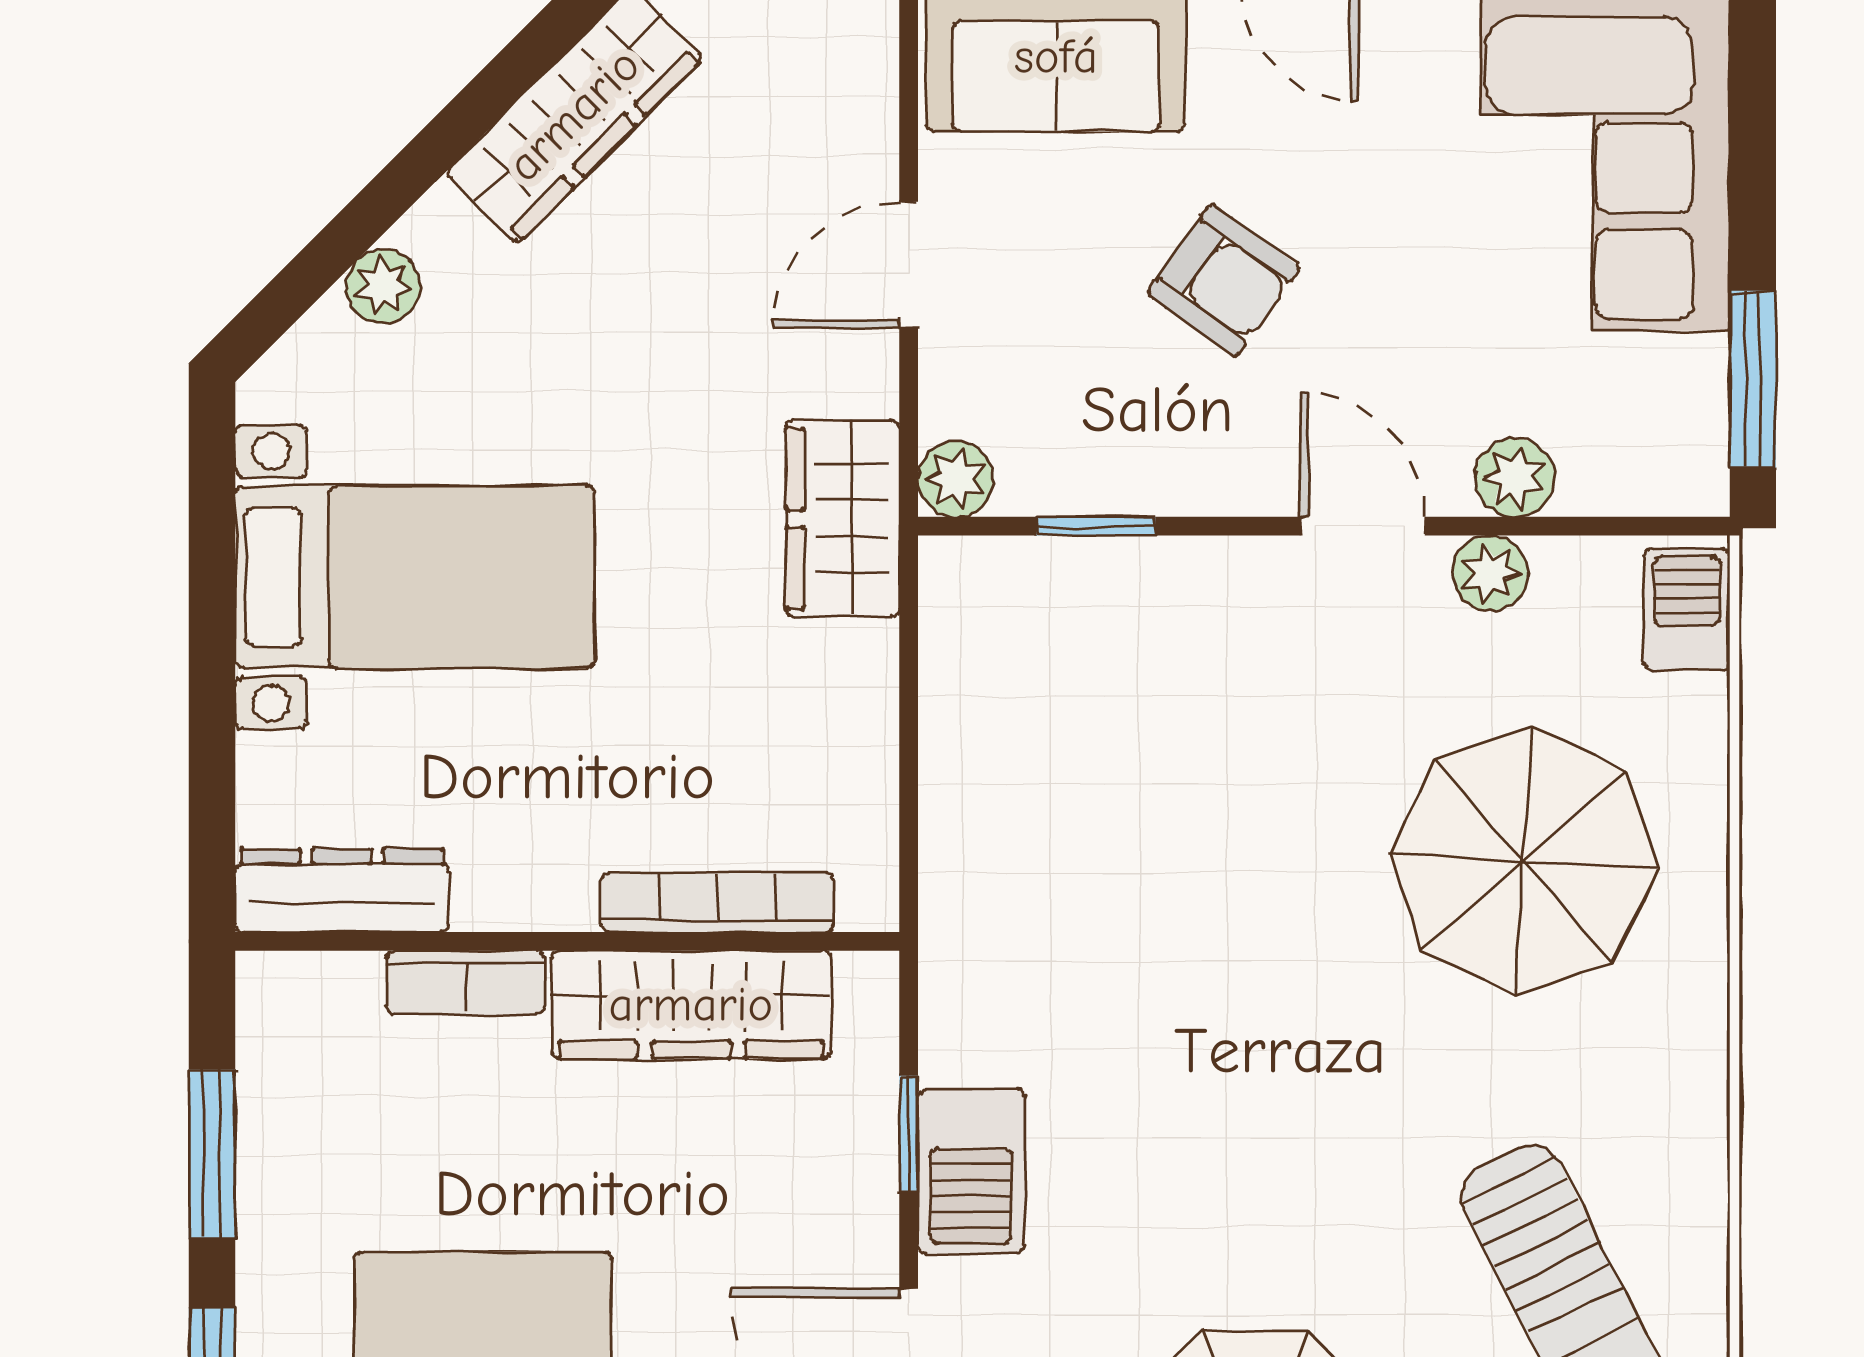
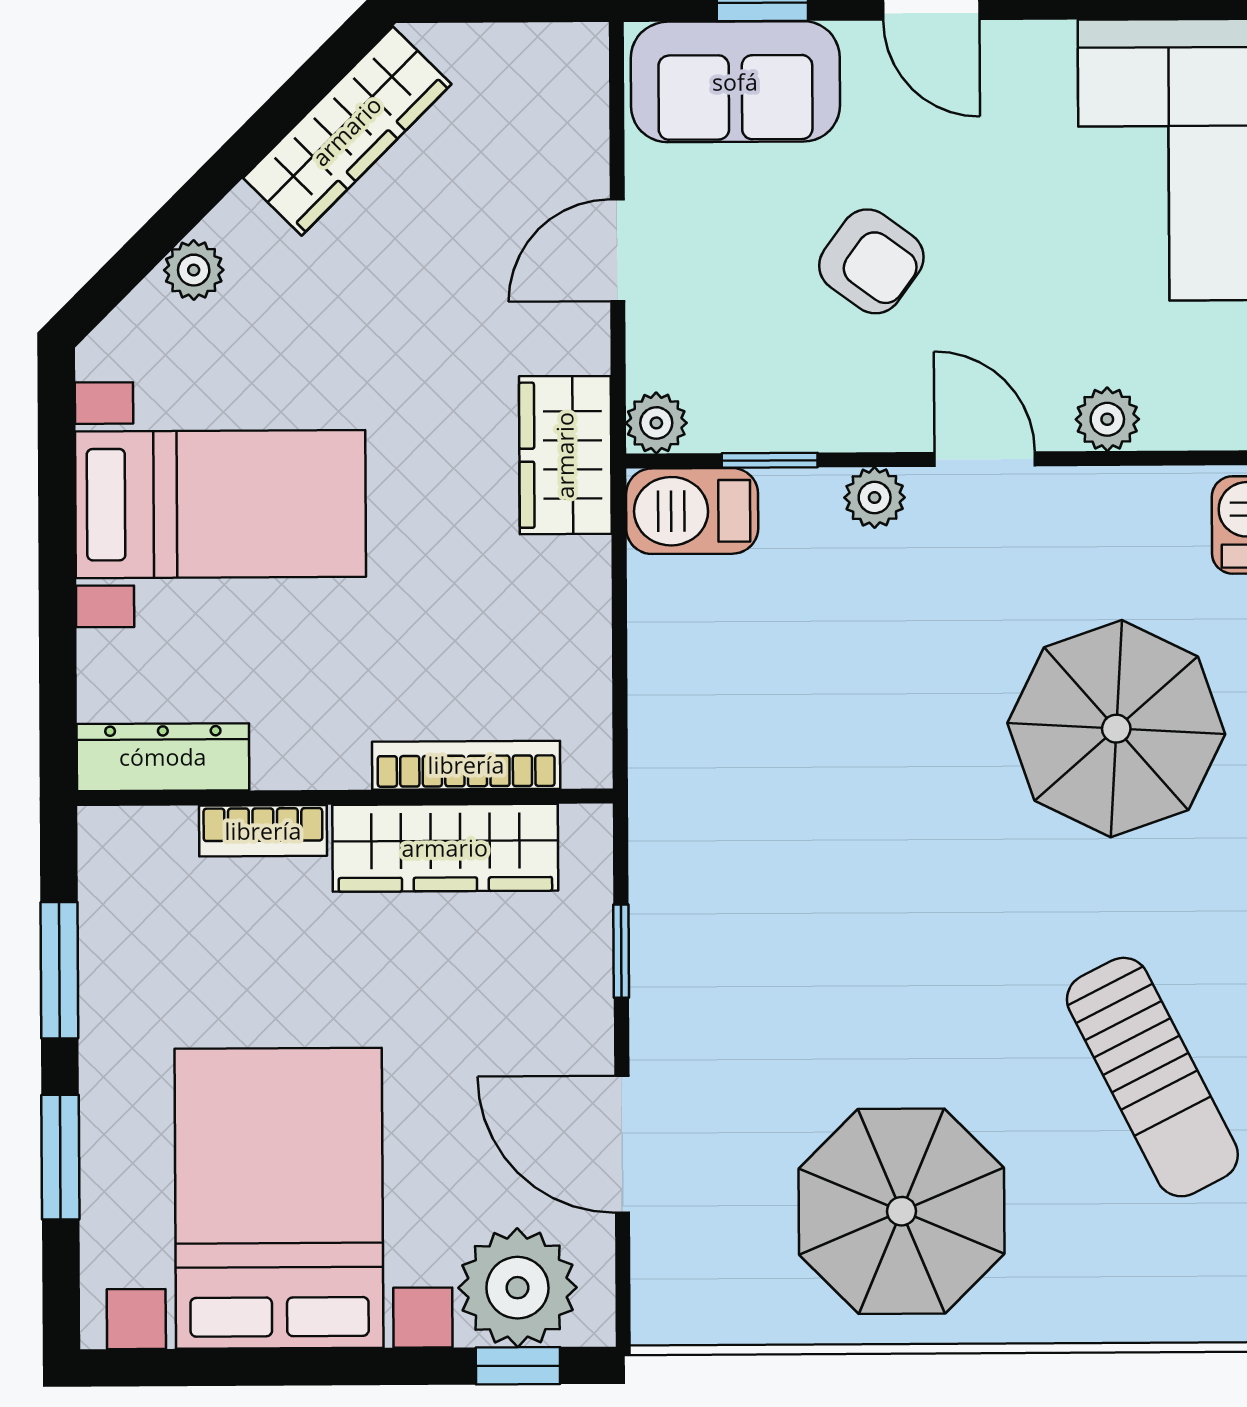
plant: (1490, 573) -> (875, 498), moved
barbecue: (971, 1171) -> (692, 511), moved, turned 90

